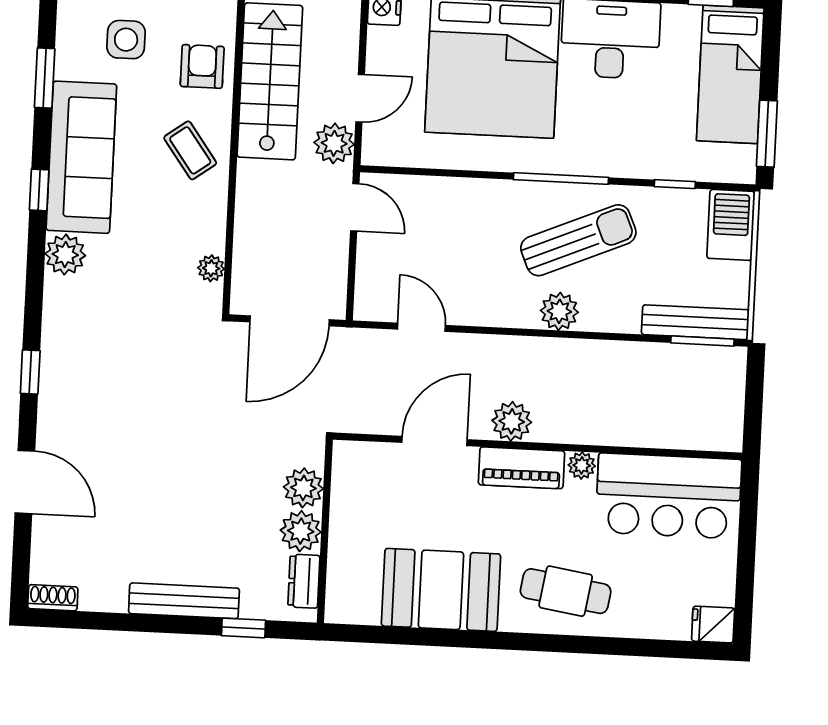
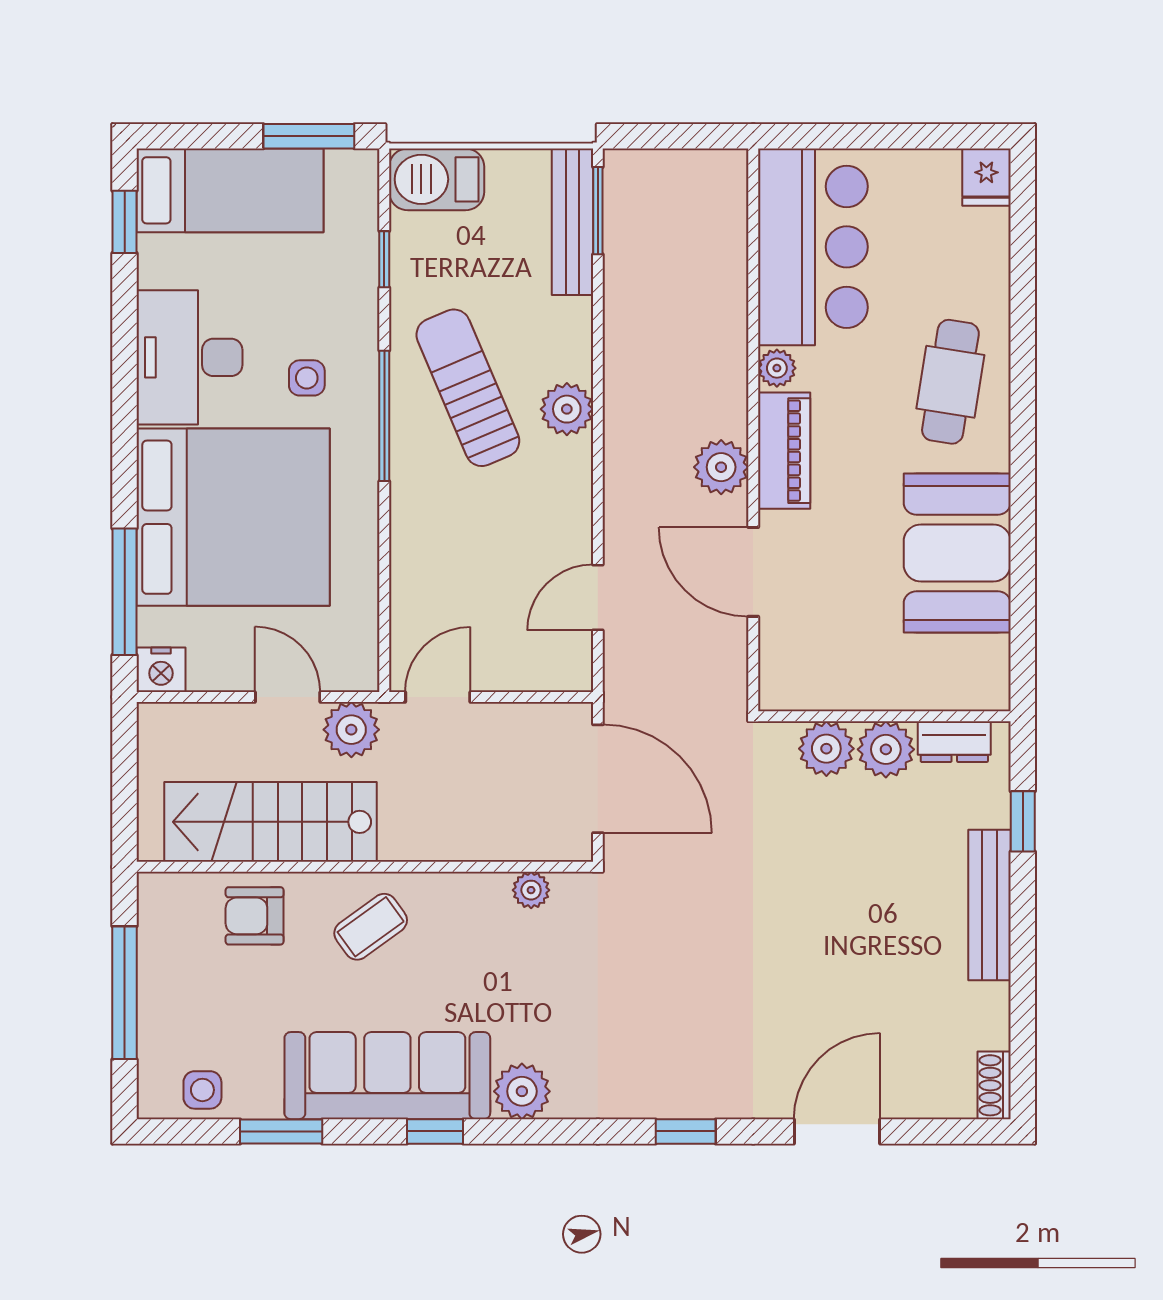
side table: (126, 40) -> (202, 1090), moved, width x0.73, depth x0.73
side table: (591, 123) -> (307, 378), added

